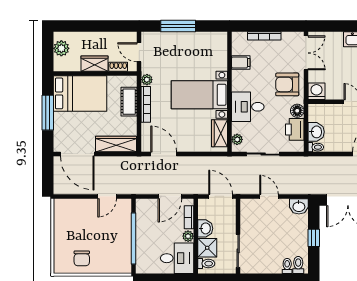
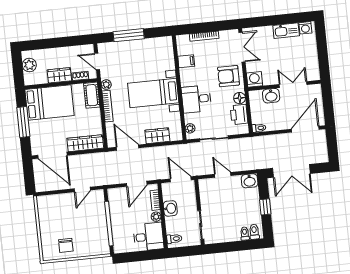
cot: (129, 102) -> (92, 95), moved
washbasin: (316, 132) -> (271, 96), moved, turned 90
wardrobe: (220, 133) -> (157, 136), moved, turned 90
shower: (207, 248) -> (174, 225), removed

